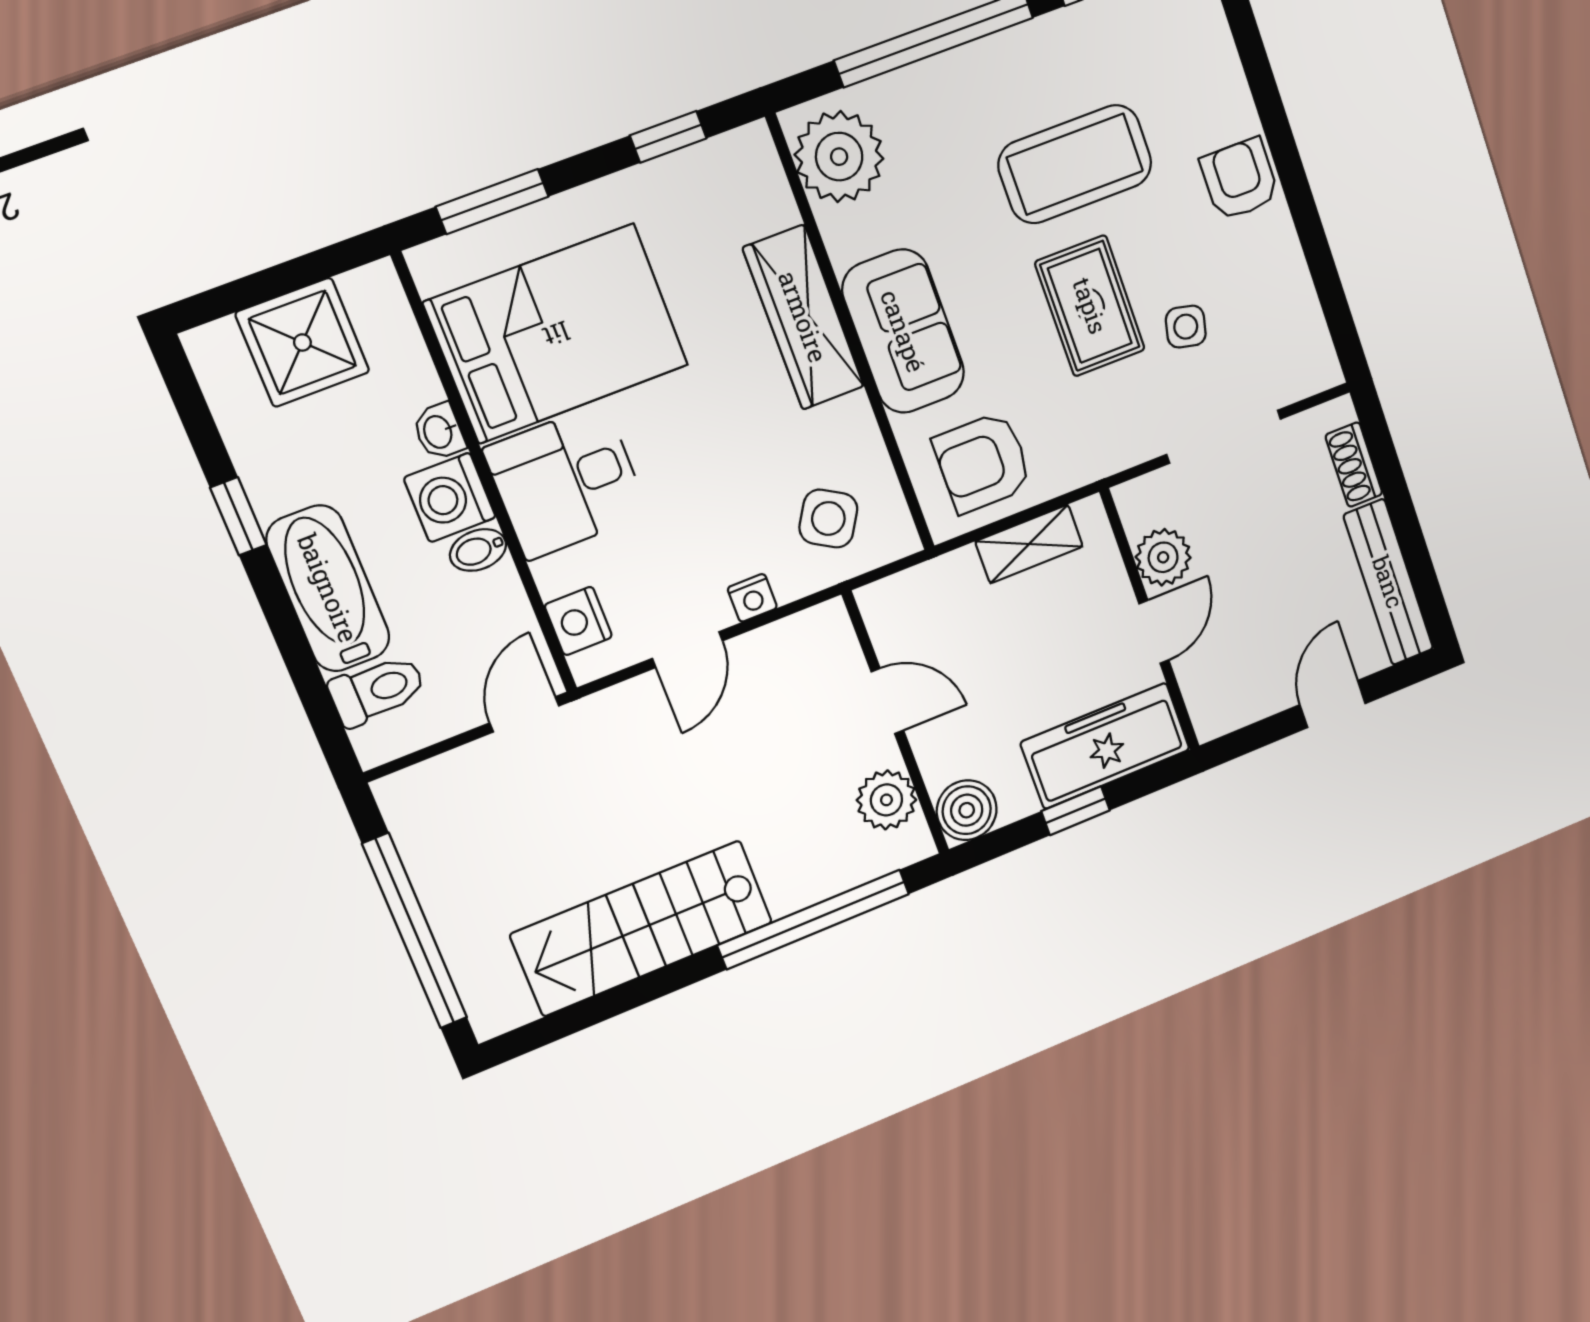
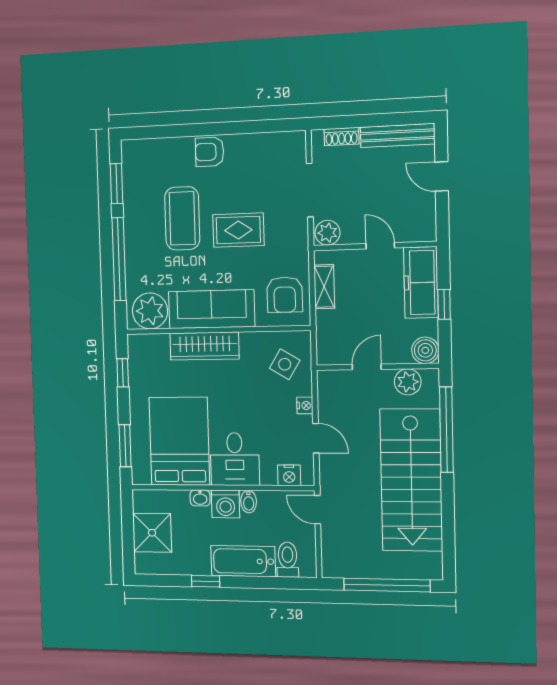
side table: (1186, 327) -> (260, 193), removed
sofa: (903, 331) -> (212, 309), width x1.36
plant: (1163, 557) -> (328, 233), moved
stairs: (642, 928) -> (411, 480), width x1.36, depth x1.51

